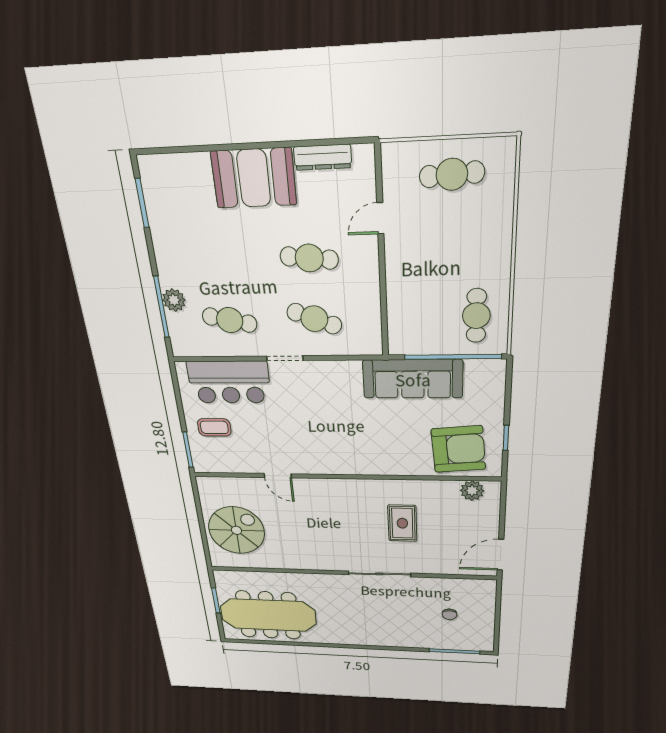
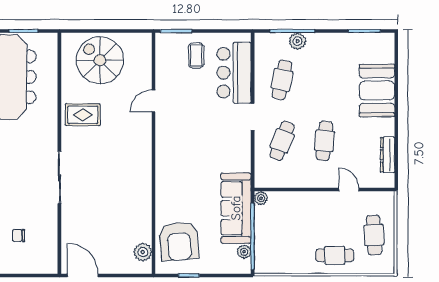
booth: (254, 178) -> (377, 90), moved
cafe table: (476, 316) -> (335, 255), moved
plant: (397, 346) -> (261, 198), added
plant: (475, 368) -> (244, 252), added
rug: (402, 523) -> (83, 115), moved
spiral stairs: (236, 530) -> (100, 60), turned 180

